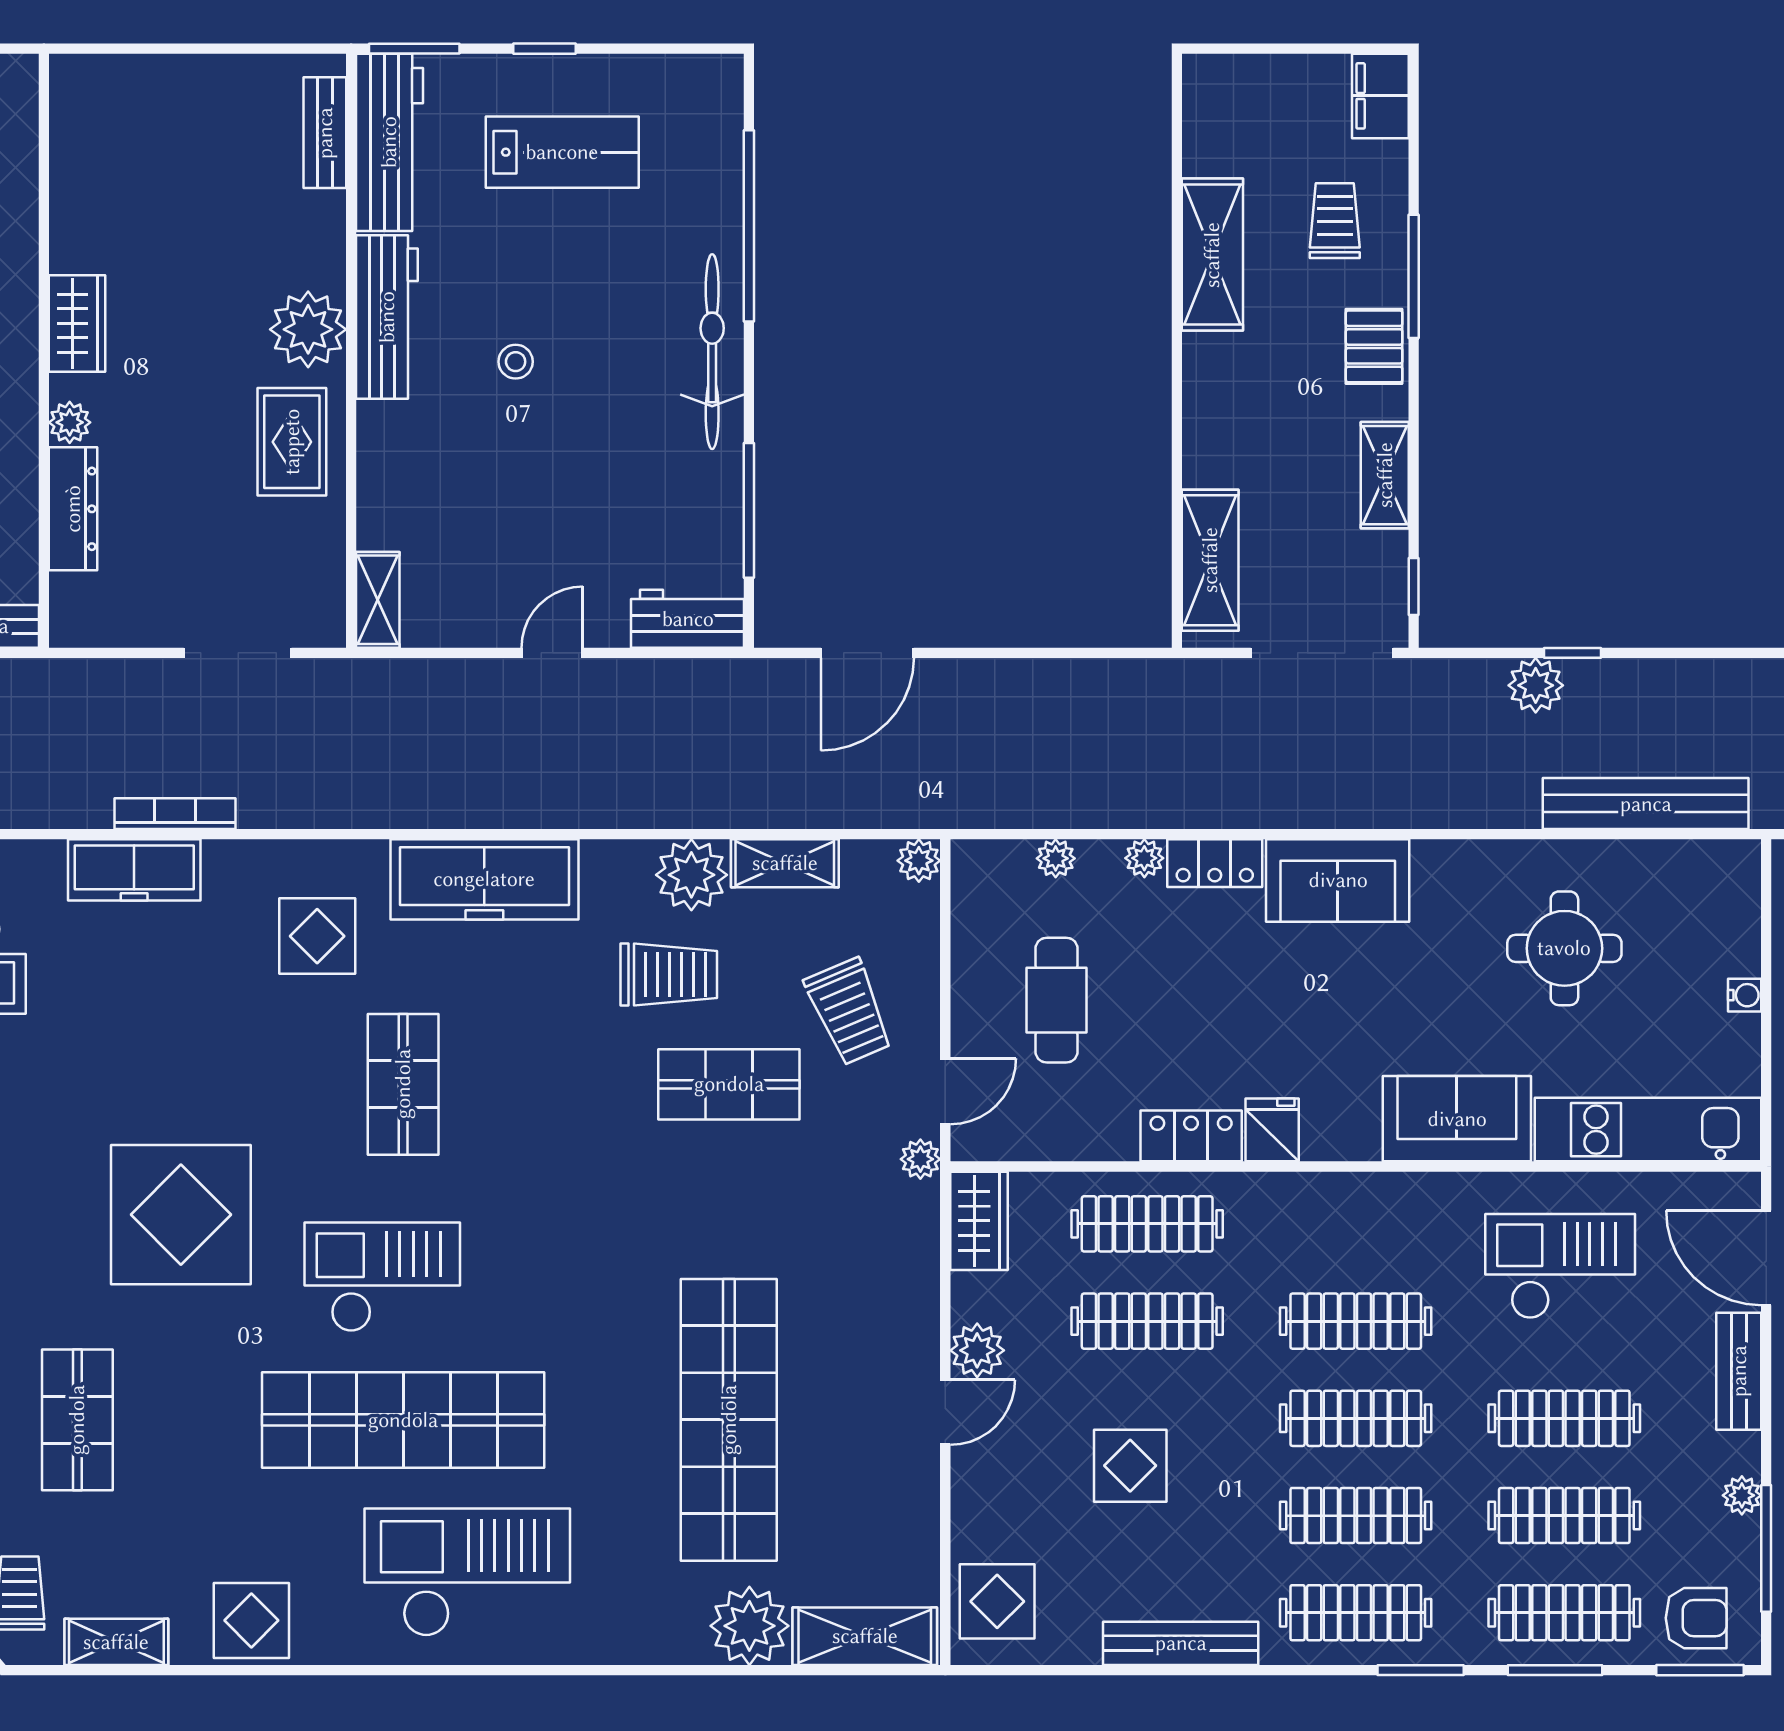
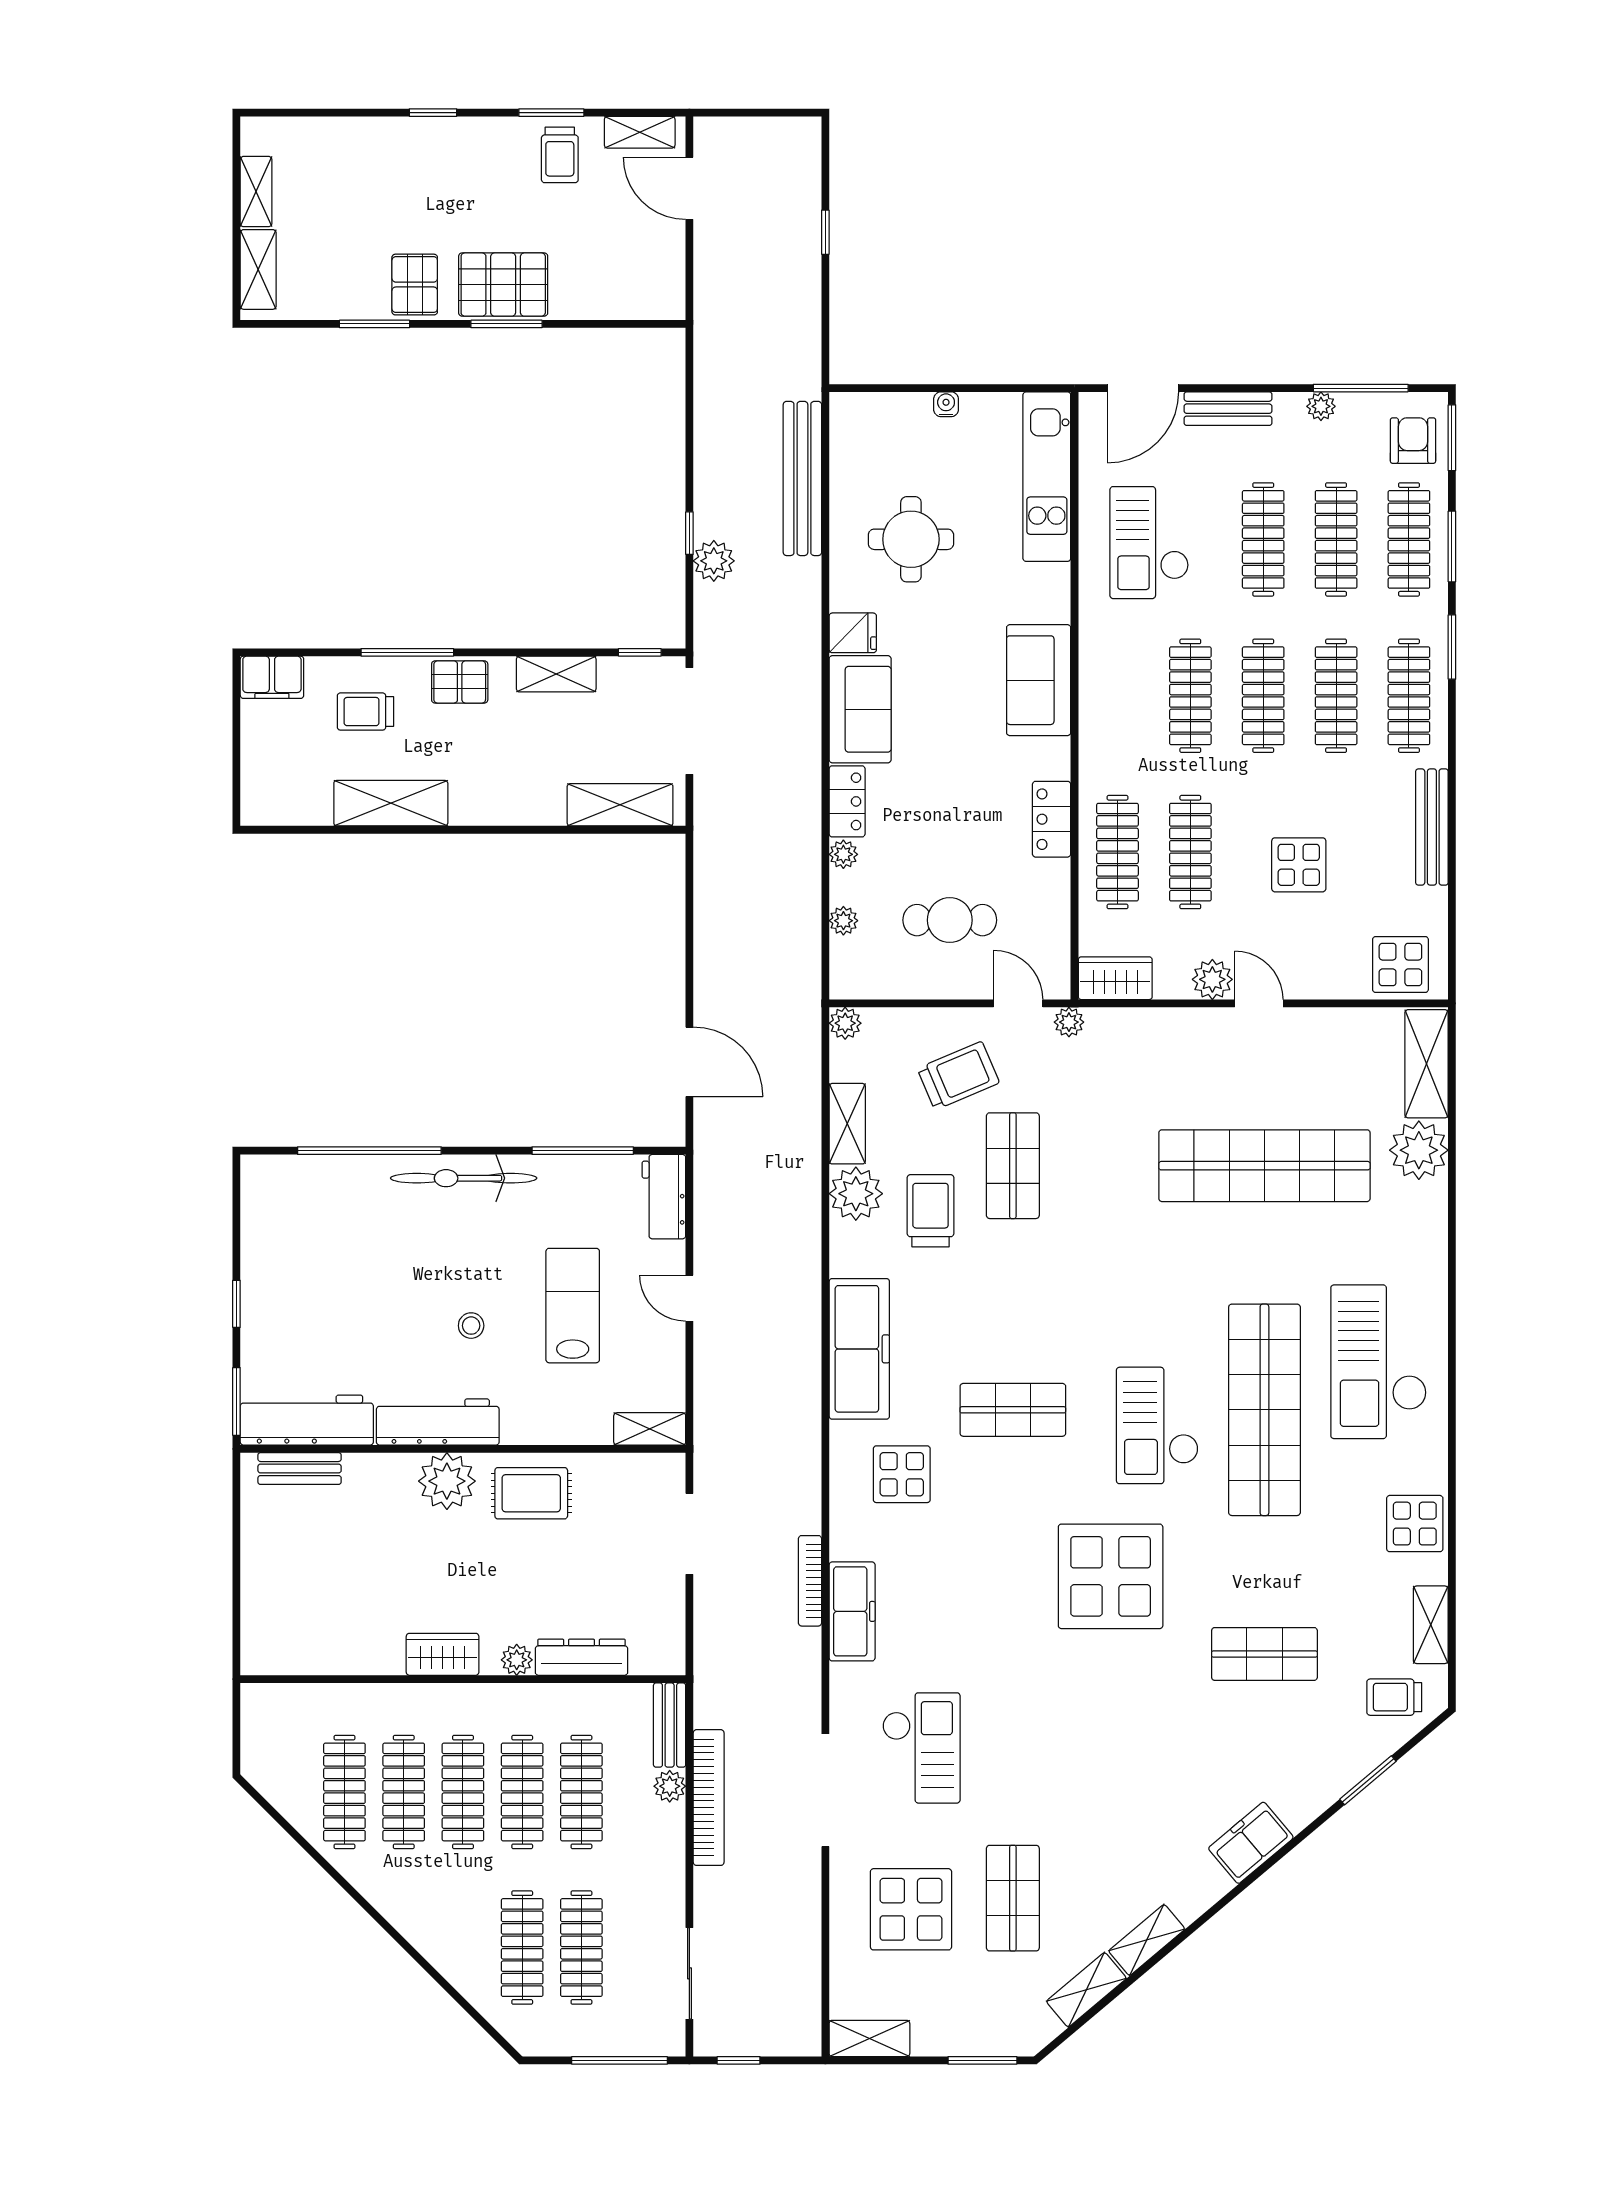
lab bench: (562, 152) -> (573, 1306), moved
sofa: (1457, 1119) -> (1039, 680), moved
fridge: (1272, 1130) -> (853, 633), moved, turned 180

